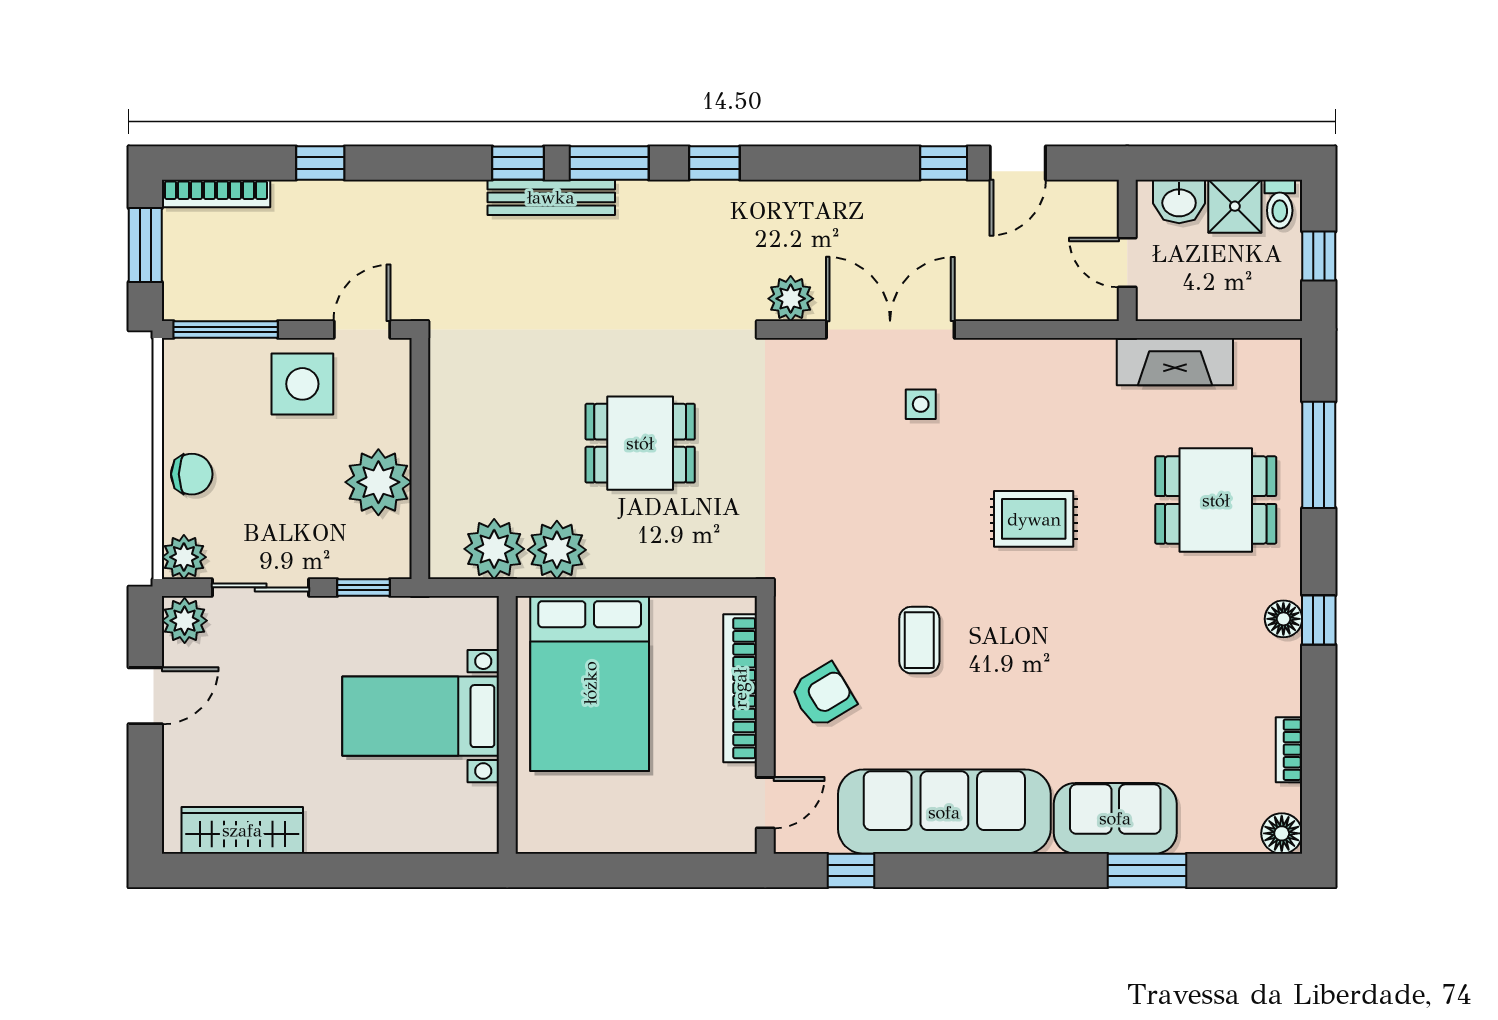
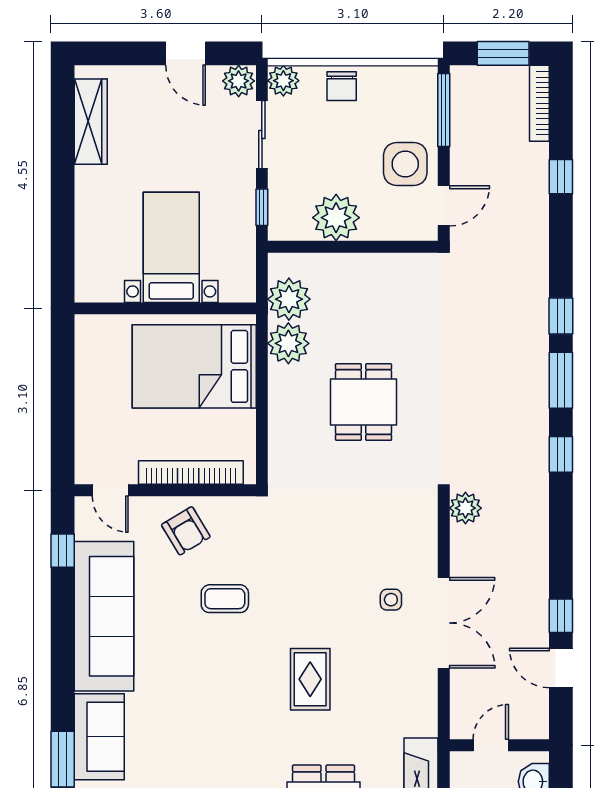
bench: (551, 197) -> (537, 339), removed
door: (362, 329) -> (444, 206), hinge flipped
double door: (890, 329) -> (444, 623), moved

